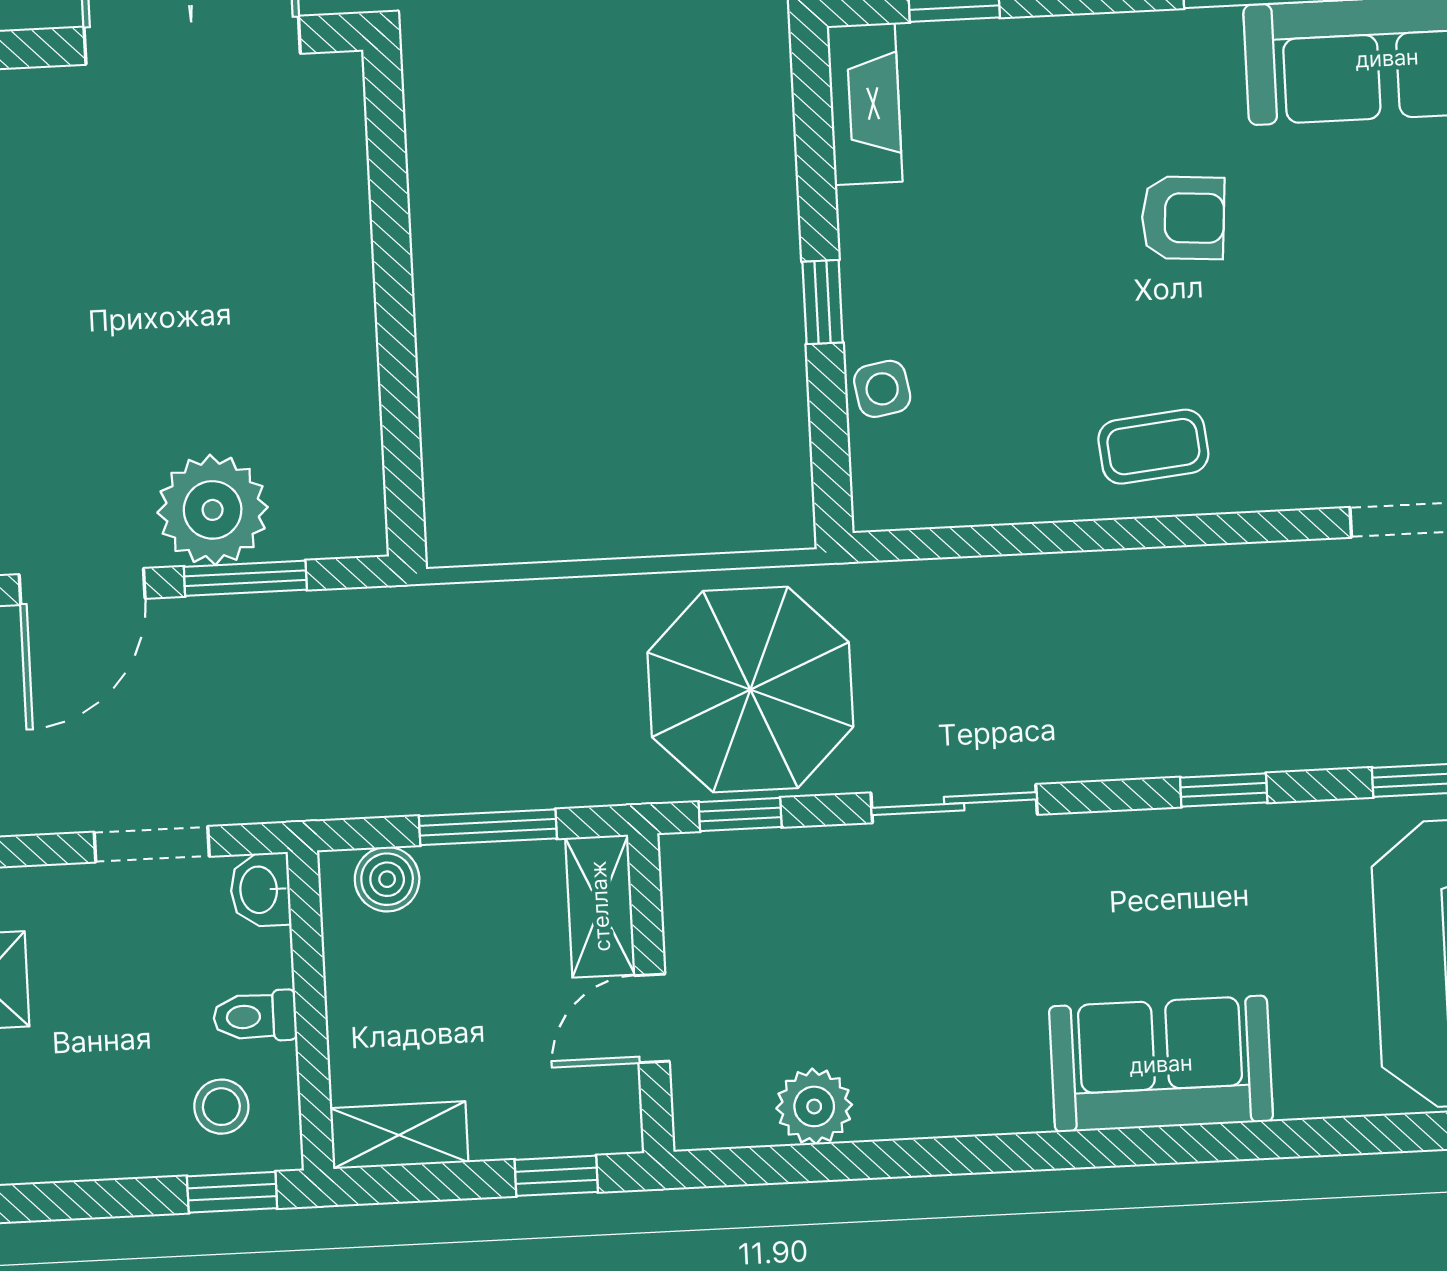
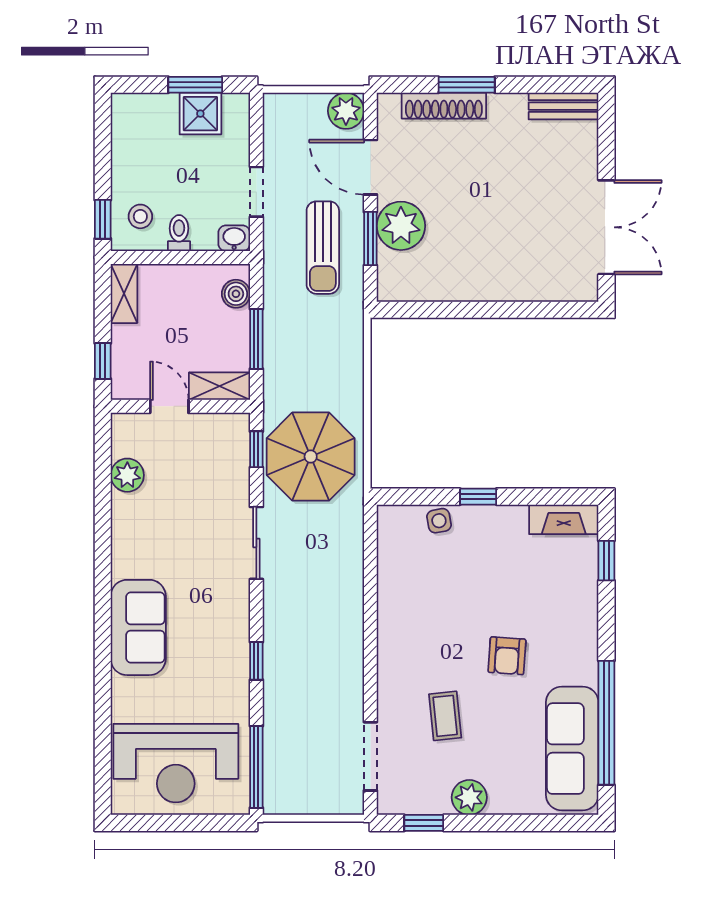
coffee table: (1153, 447) -> (445, 716), moved
sun lounger: (271, 686) -> (323, 248), added

